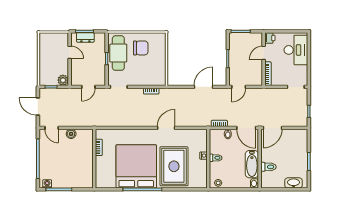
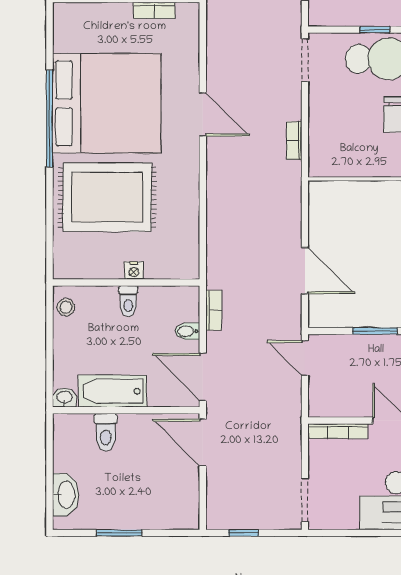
door: (166, 128) -> (203, 114), moved
door: (246, 128) -> (203, 377), hinge flipped

